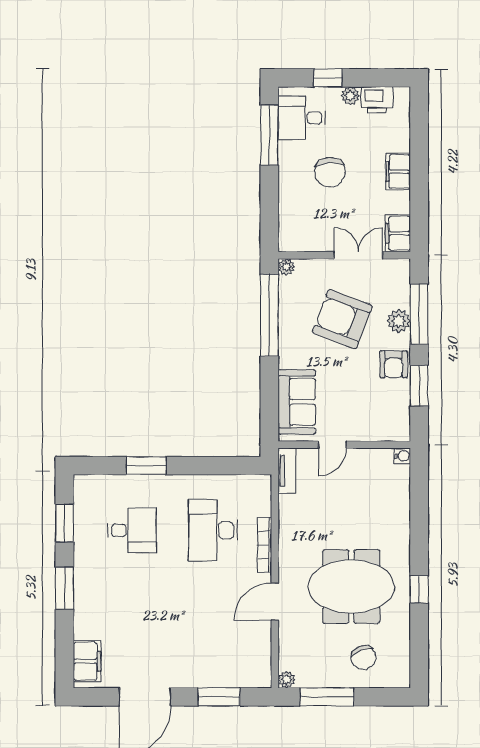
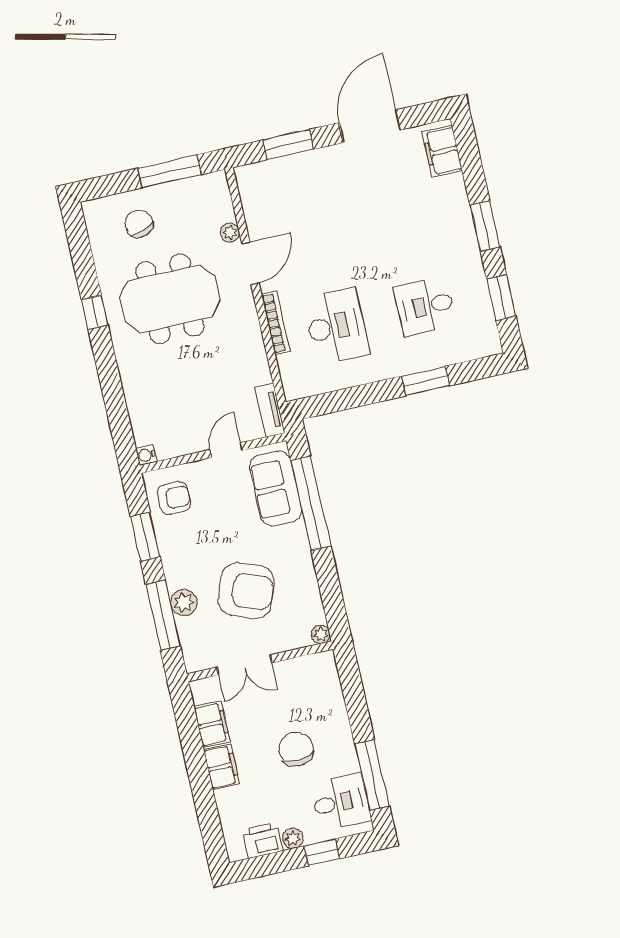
filing cabinet: (398, 233) -> (212, 724), moved
window: (269, 315) -> (311, 503), moved
armchair: (394, 364) -> (174, 498), moved, turned 90
plant: (287, 680) -> (230, 233), moved

